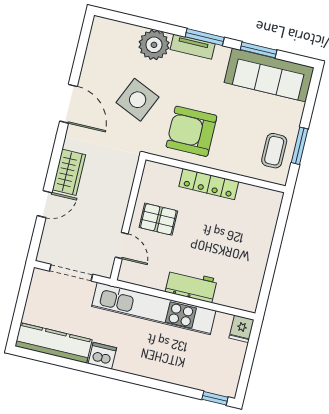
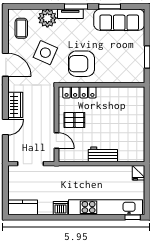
coffee table: (274, 151) -> (21, 28), moved
locker: (209, 184) -> (79, 92), moved
kitchen unit: (154, 308) -> (105, 207), moved, turned 180
kitchen counter: (54, 343) -> (23, 207), width x0.67

